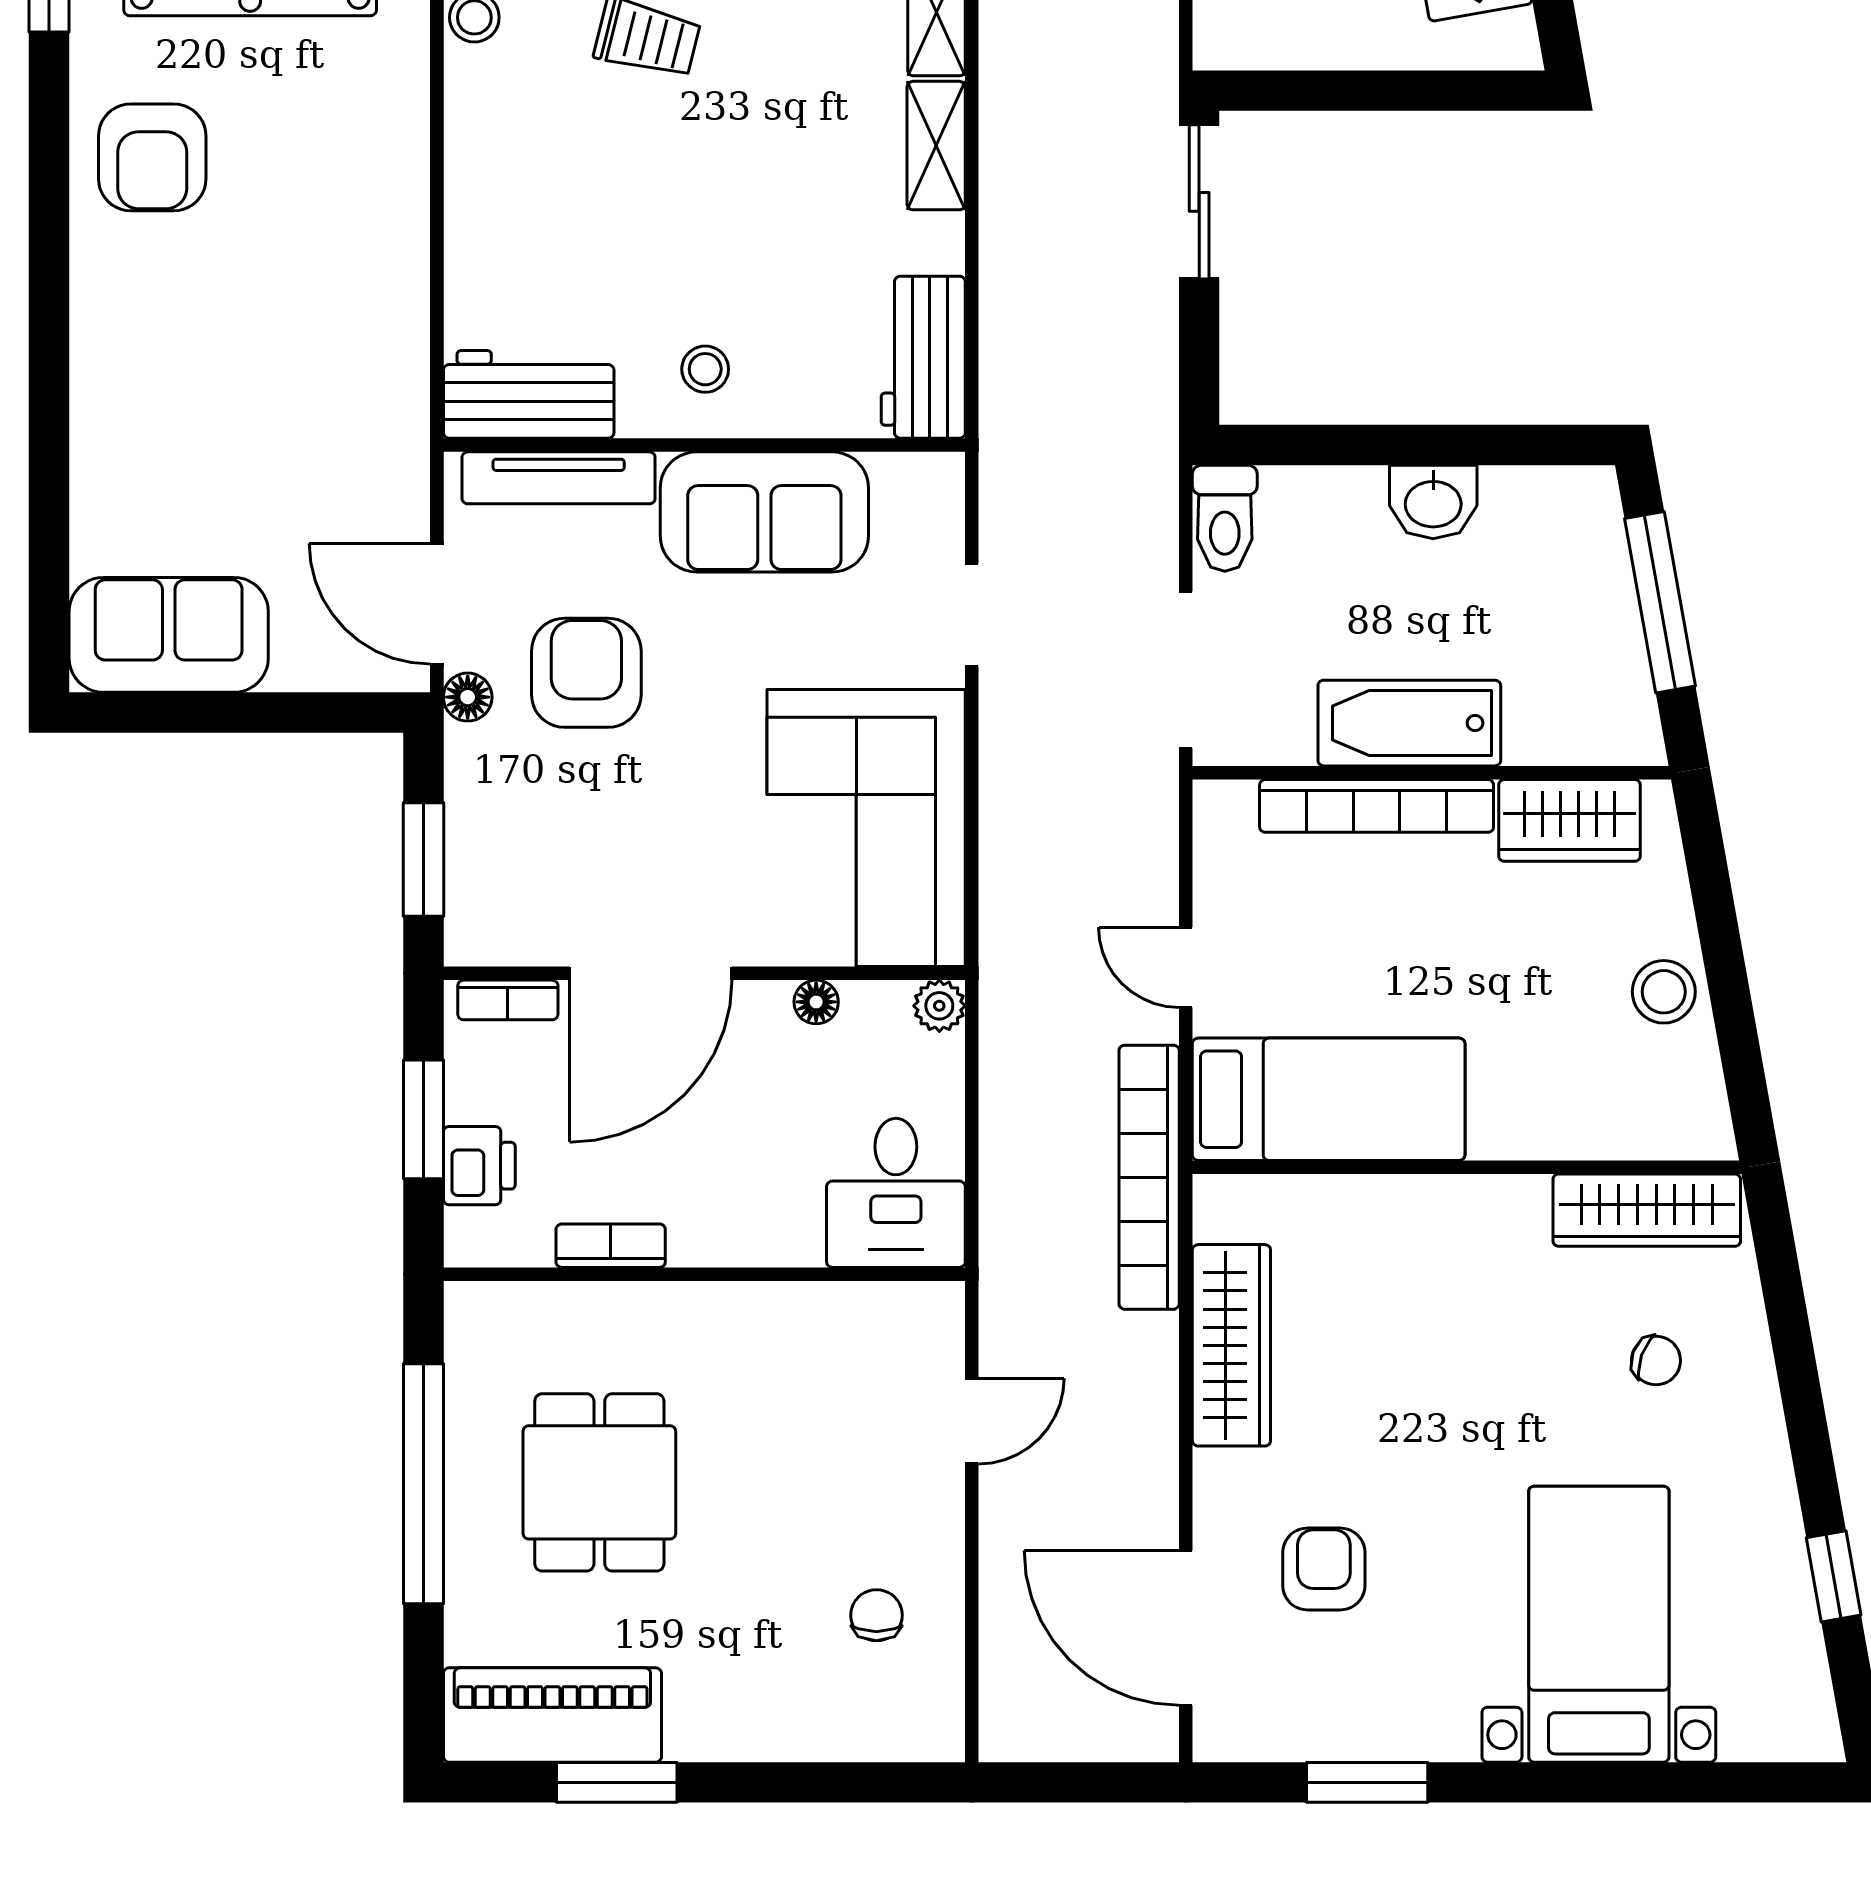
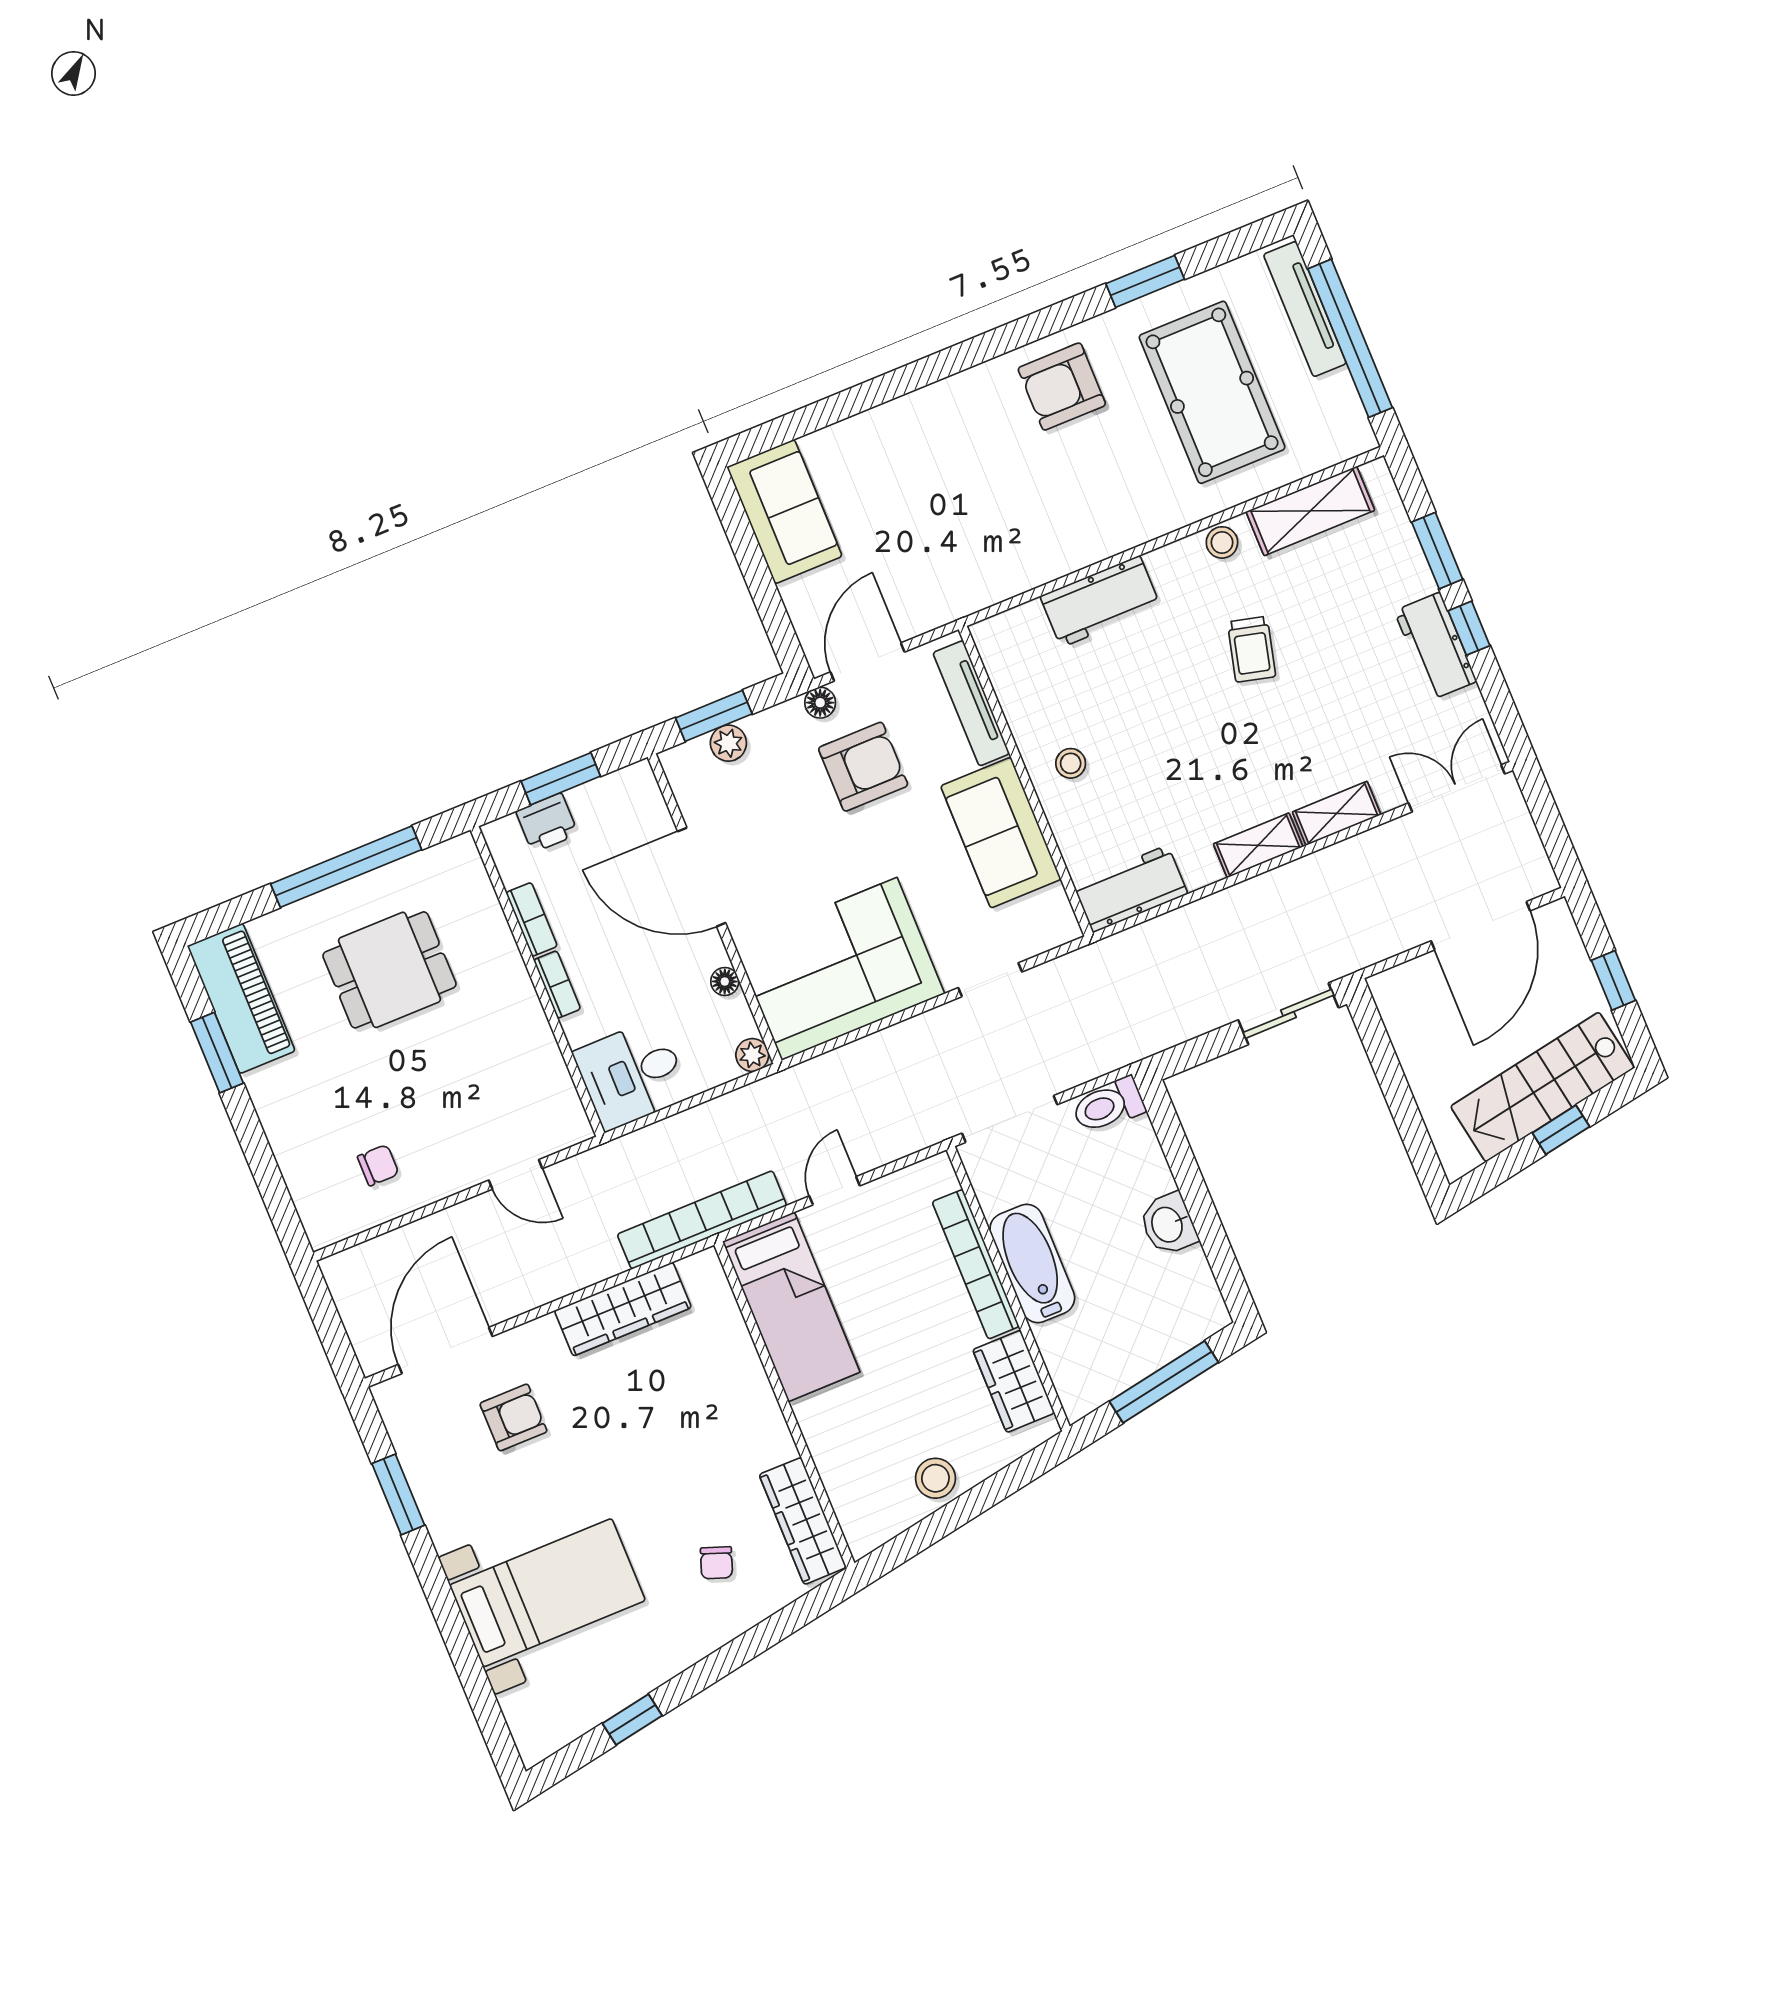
workbench: (529, 394) -> (1100, 601), moved, turned 90
plant: (472, 855) -> (728, 743), added
bookcase: (508, 1000) -> (557, 985), moved, turned 180

